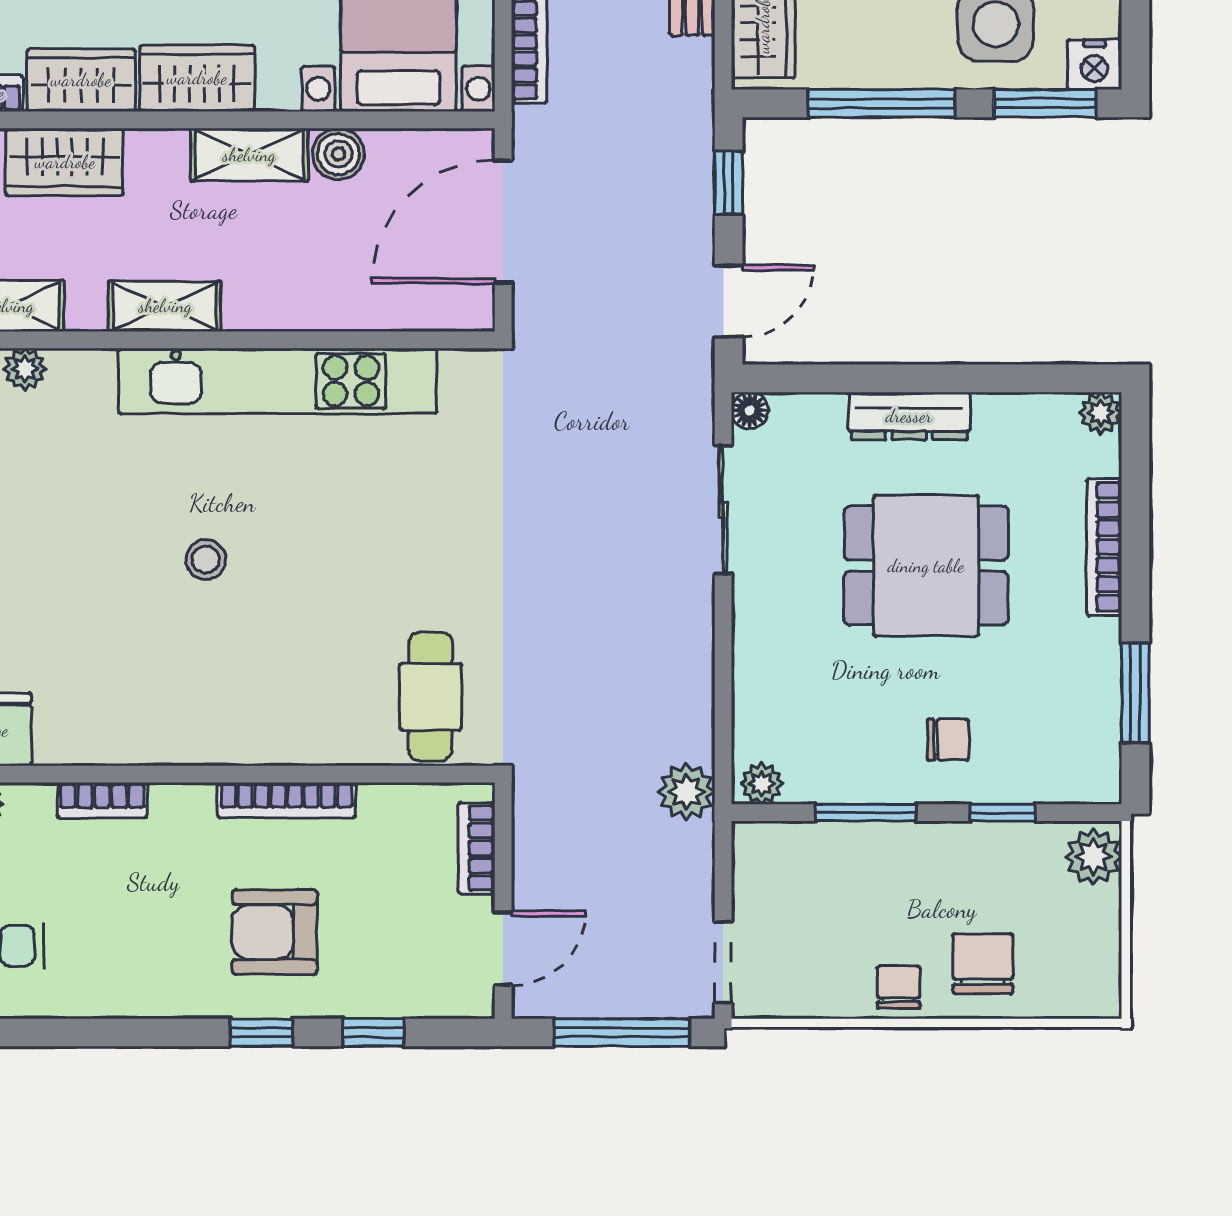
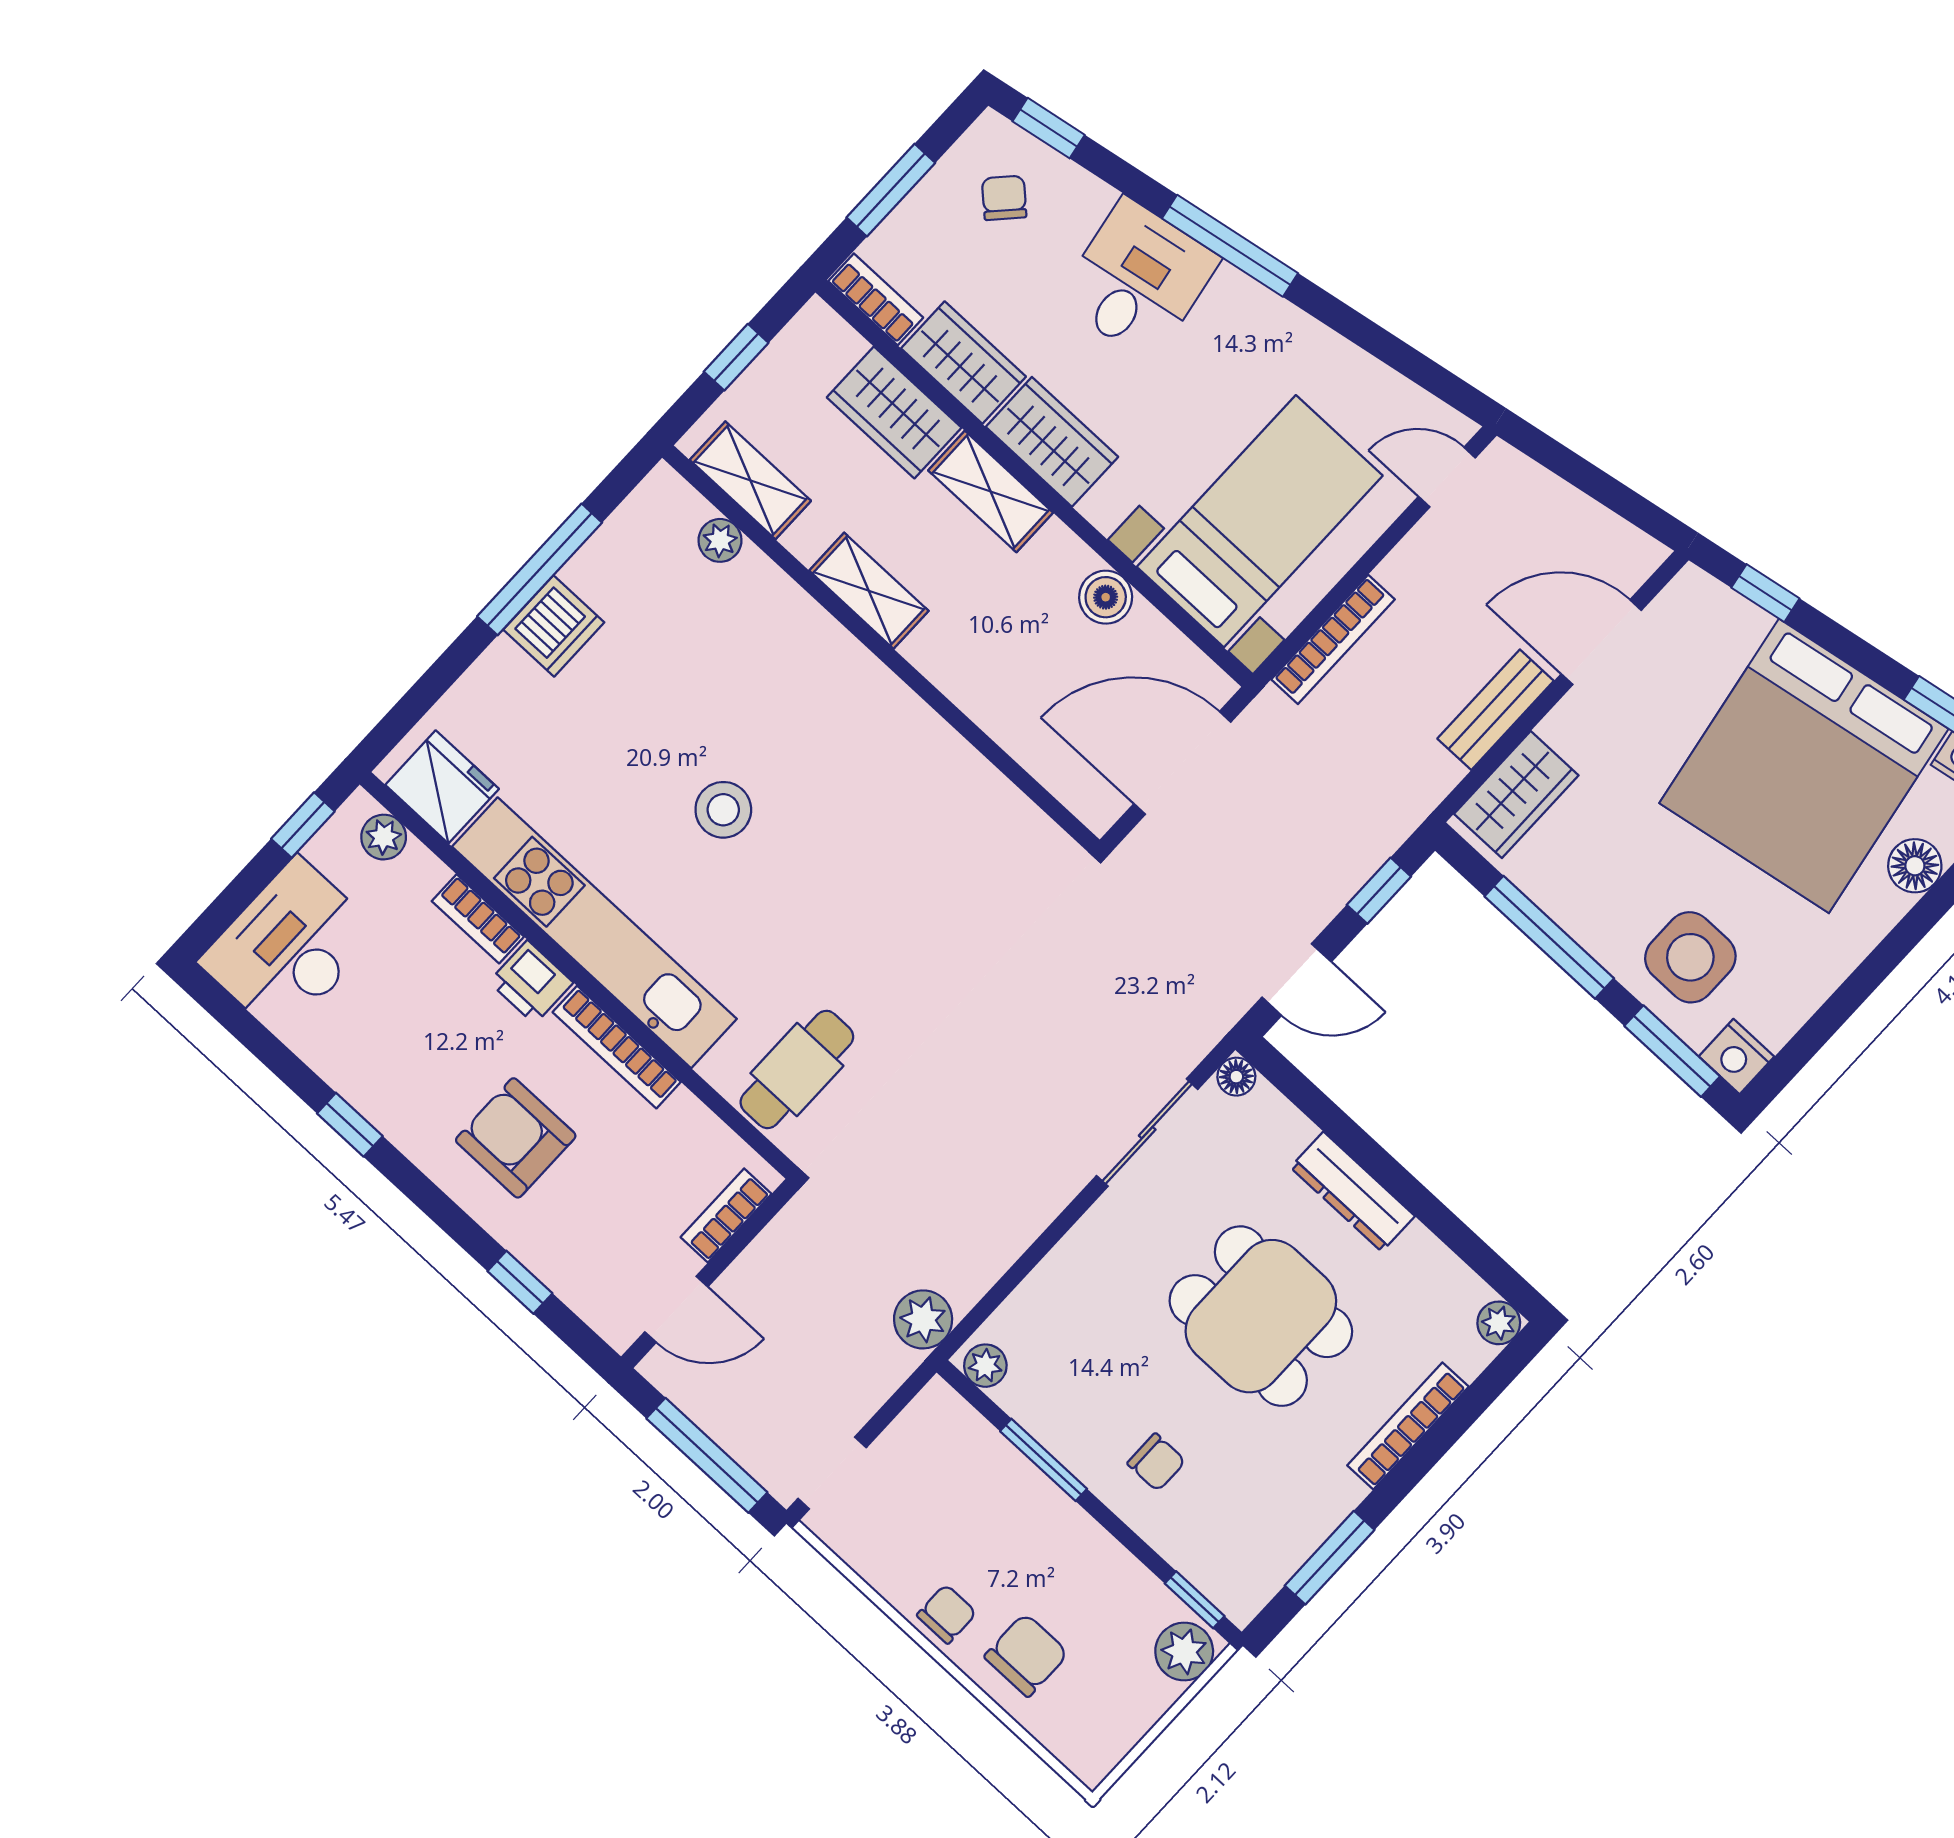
shelving: (249, 155) -> (991, 492), moved
kitchen unit: (278, 381) -> (594, 933), moved, turned 180
stool: (206, 560) -> (723, 810), width x1.37, depth x1.37
printer: (182, 810) -> (531, 982), added
window: (1002, 813) -> (1195, 1600), moved
window: (261, 1032) -> (350, 1125), moved

